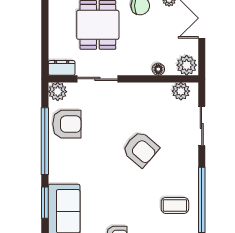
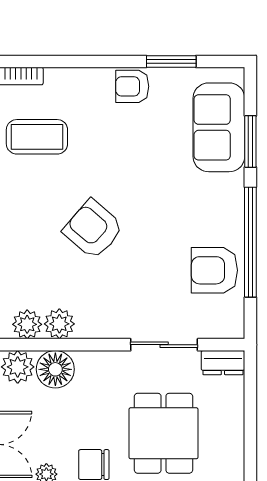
floor lamp: (158, 69) -> (55, 369), width x1.89, depth x1.89
plant: (58, 92) -> (59, 324), moved
coffee table: (175, 205) -> (37, 137), width x1.36, depth x1.30

